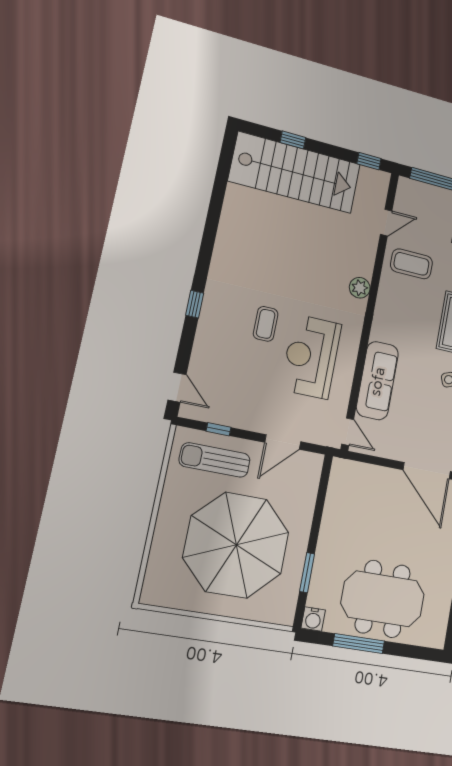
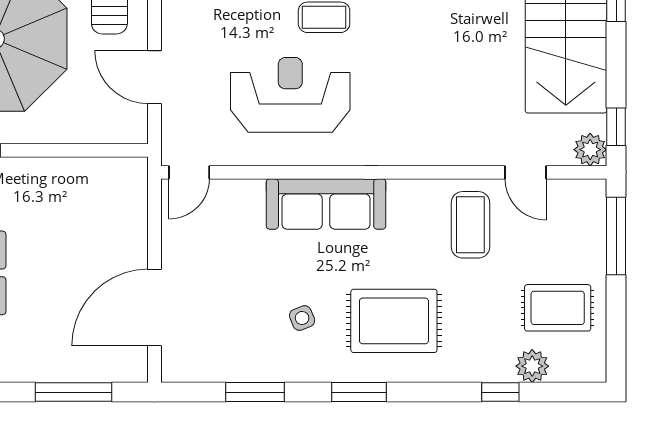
plant: (360, 288) -> (590, 150), moved
sofa: (377, 381) -> (326, 204), moved

